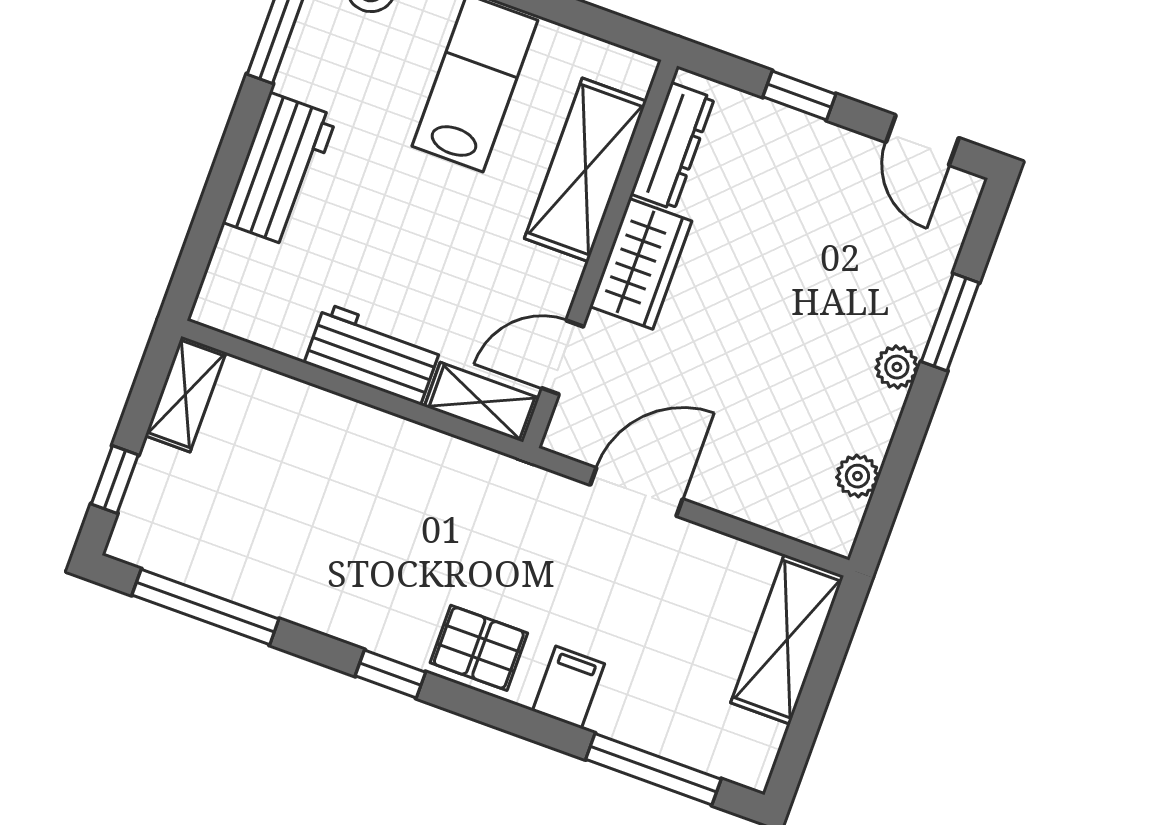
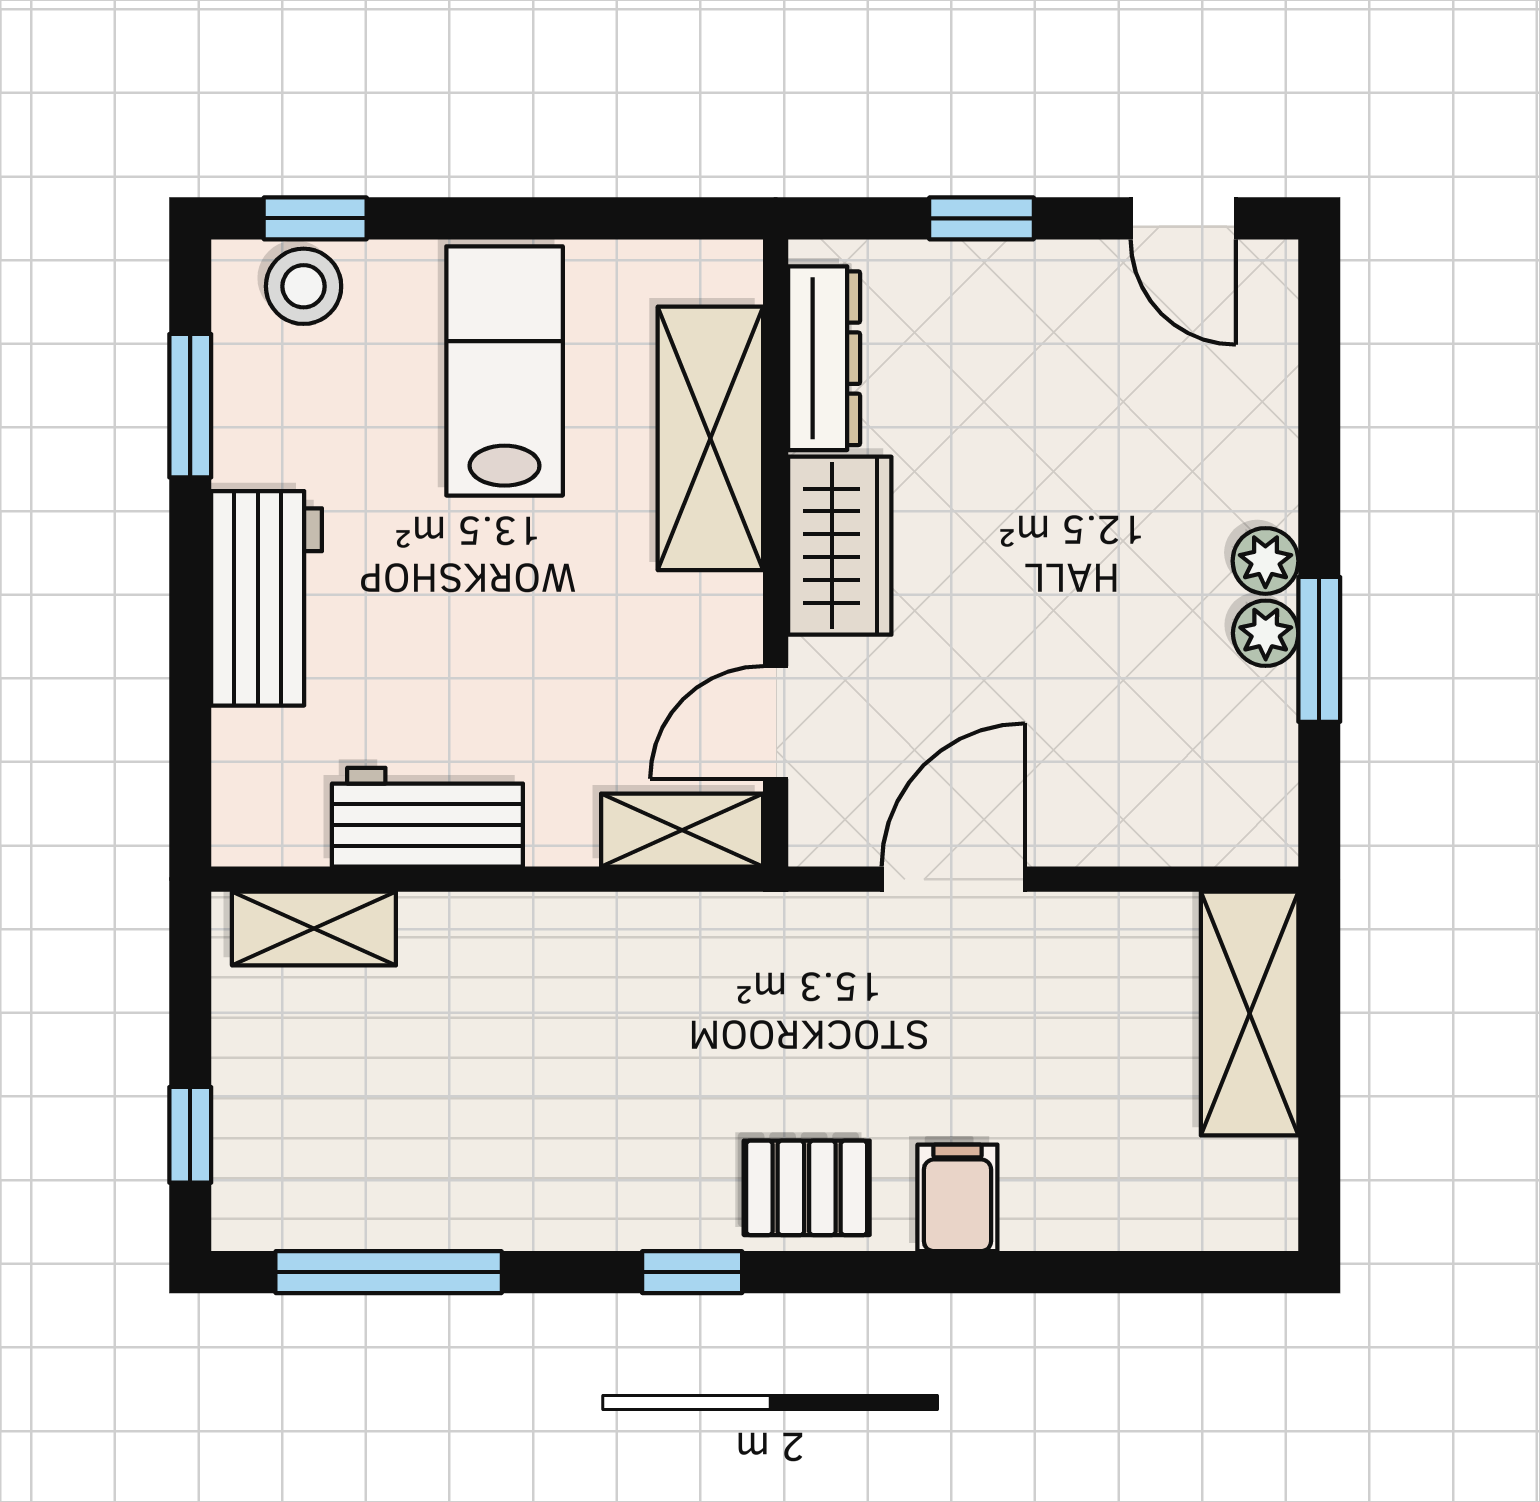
window: (950, 322) -> (1319, 649), moved
workbench: (373, 354) -> (427, 817), moved
shelving: (186, 394) -> (314, 928), moved, turned 90
plant: (857, 476) -> (1266, 633), moved
window: (653, 769) -> (1124, 1272), removed

